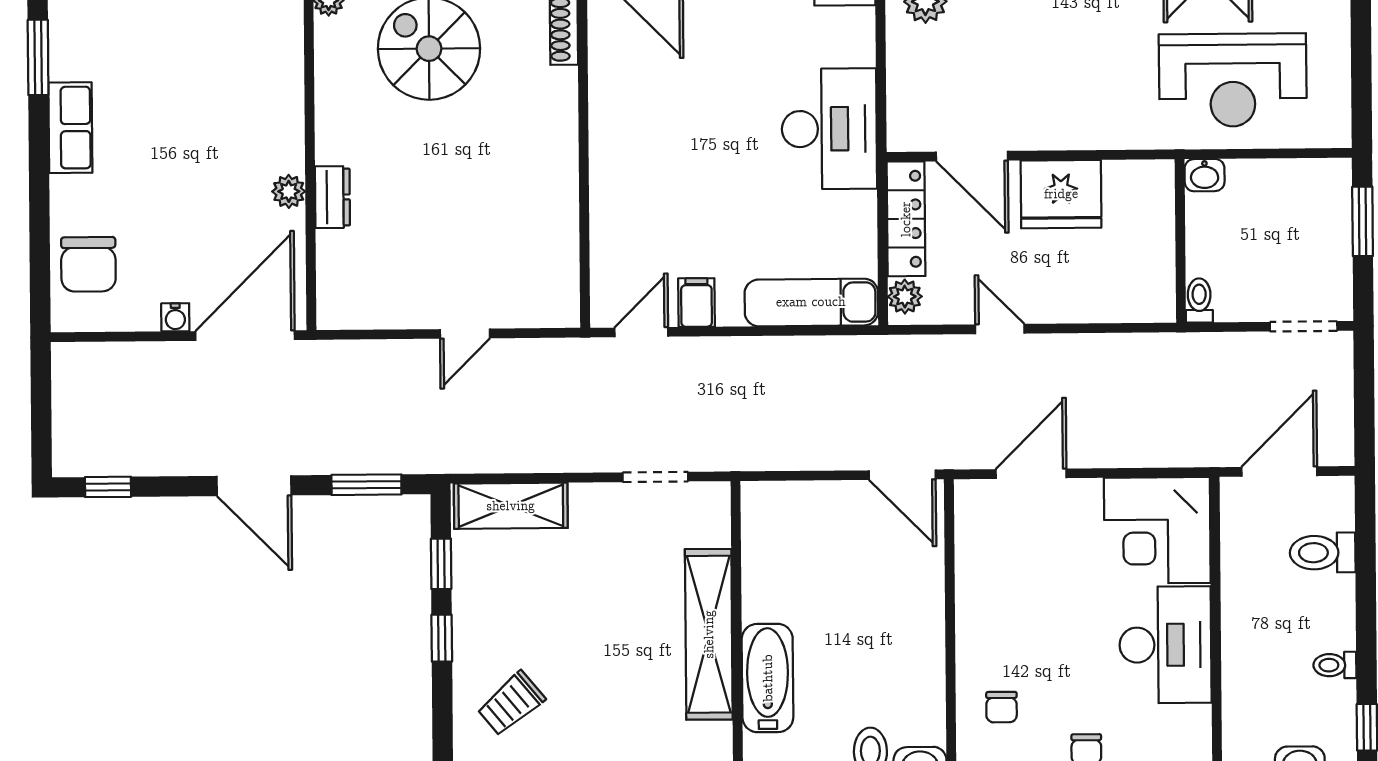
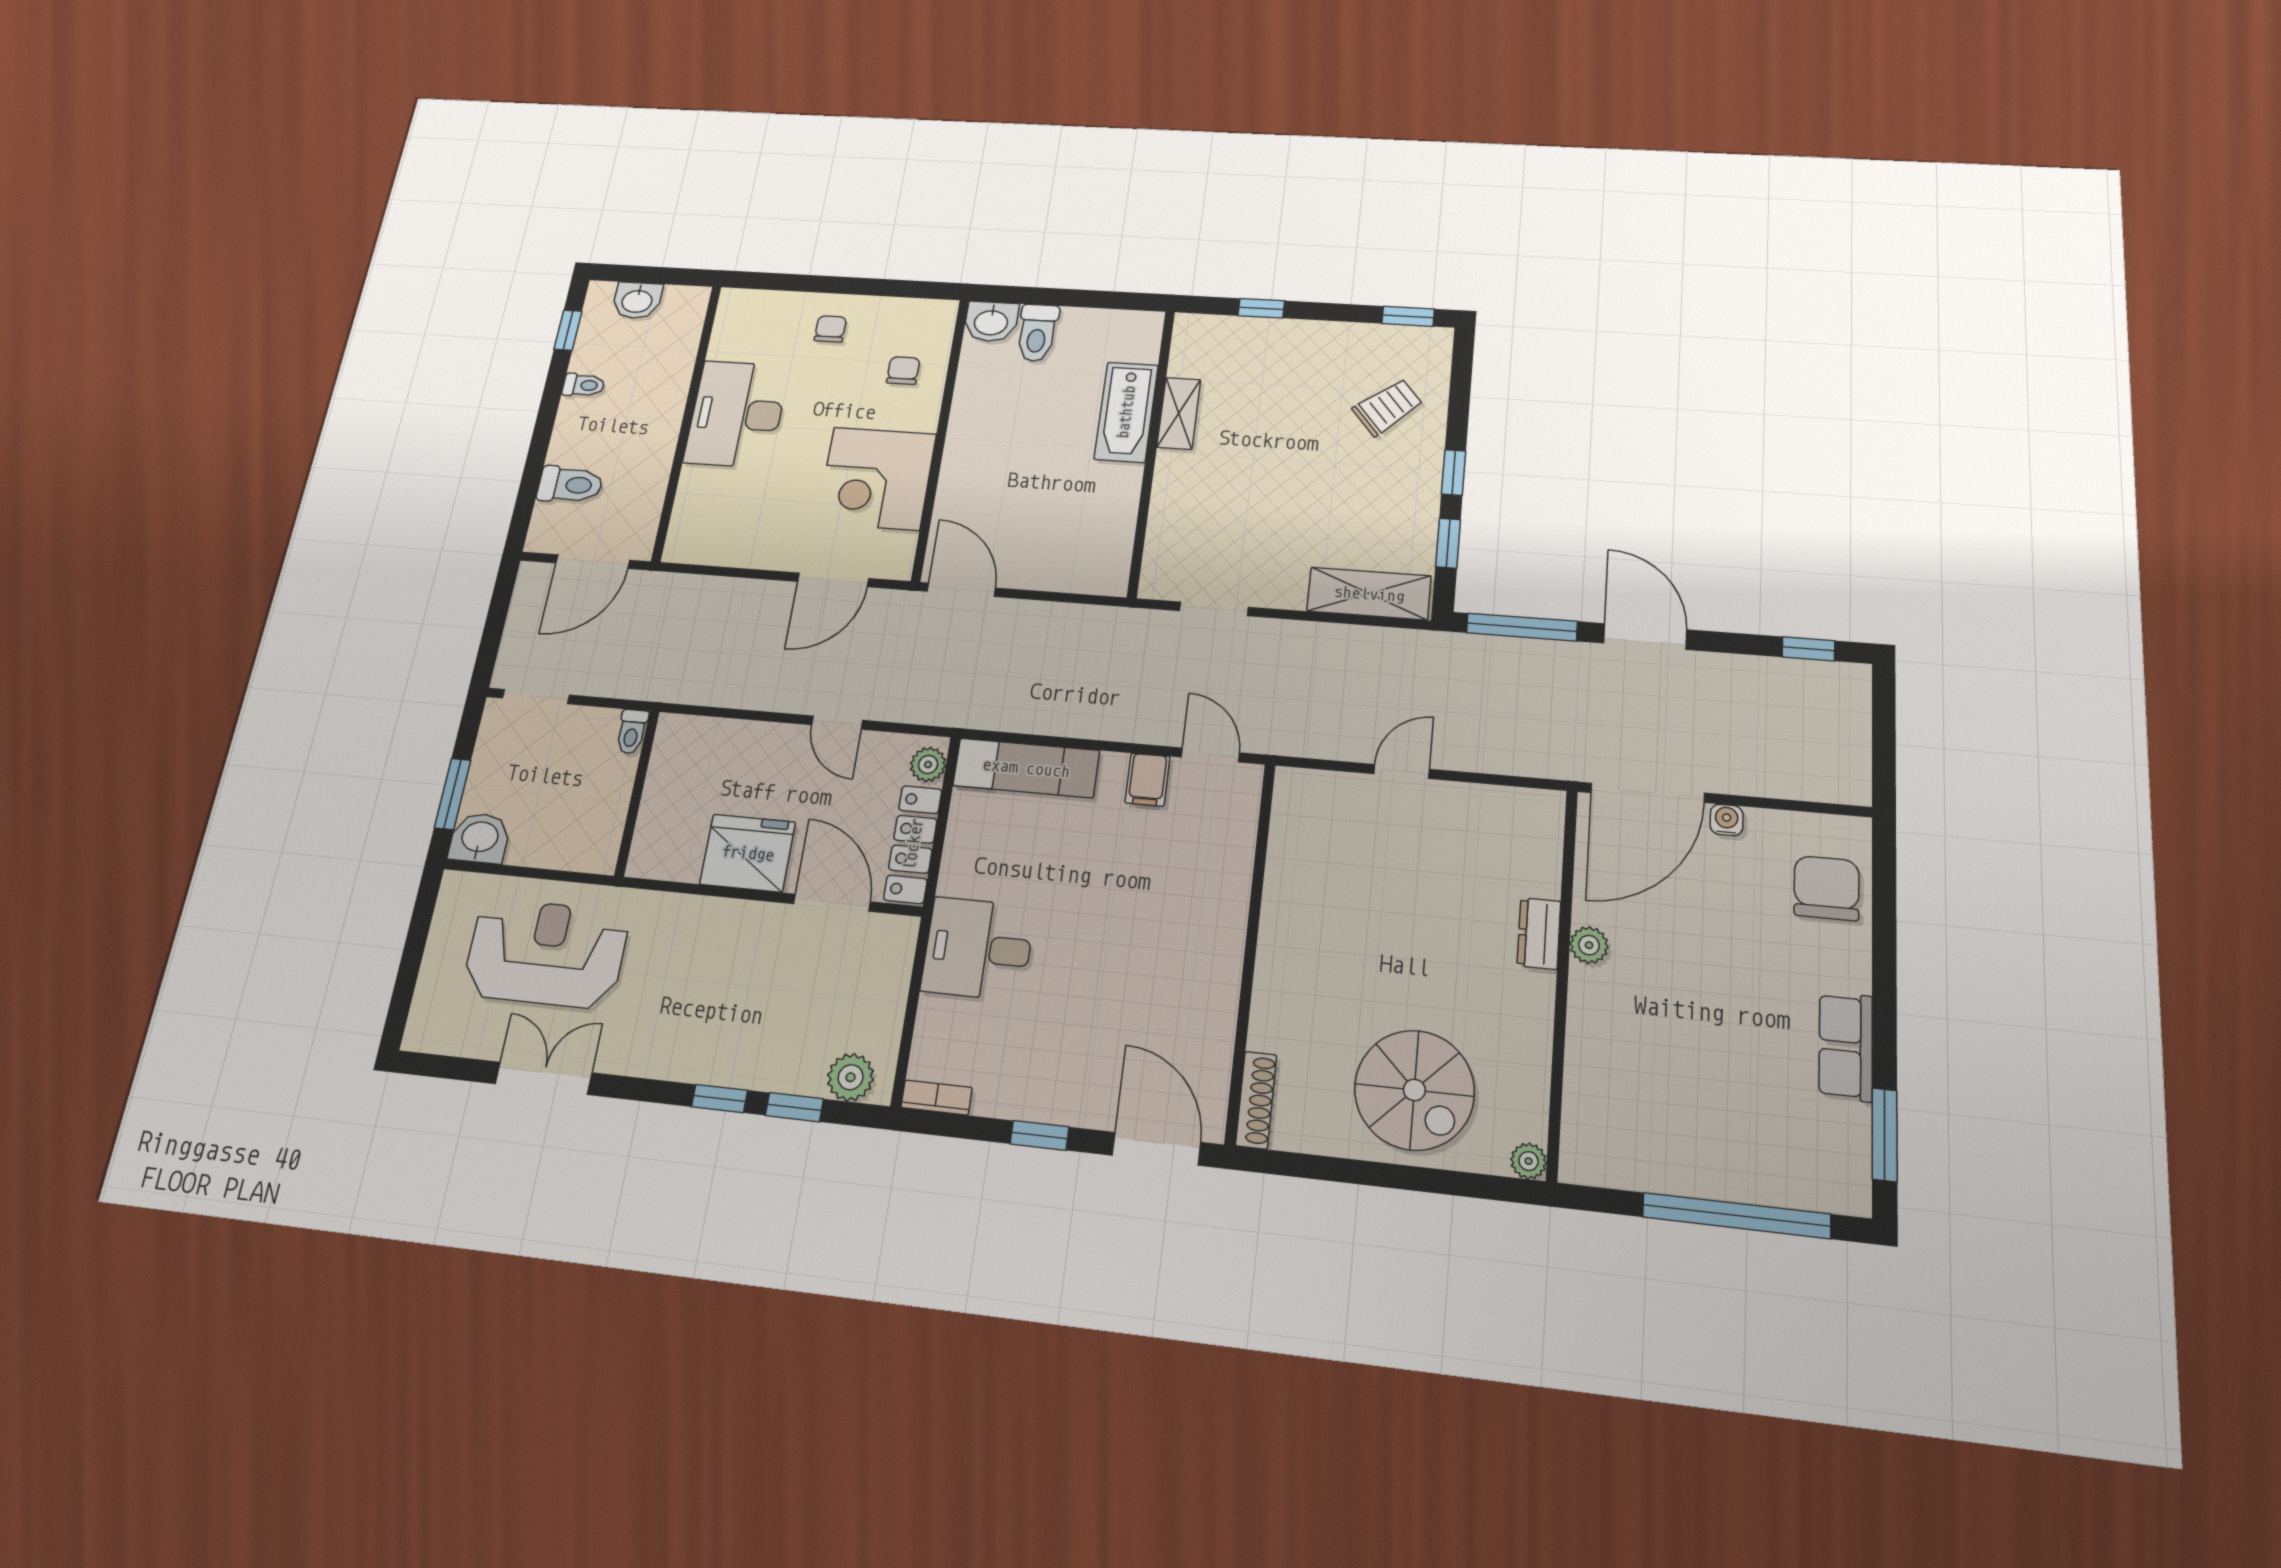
desk: (829, 129) -> (978, 949), width x0.73
washbasin: (1205, 175) -> (480, 838), moved, width x1.38, depth x1.45
door: (641, 332) -> (1210, 755), swing flipped
window: (366, 485) -> (1522, 627), width x1.44
corner desk: (1157, 530) -> (876, 478), moved, turned 180
shelving: (709, 634) -> (1179, 413), width x0.45, depth x0.75

